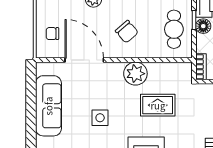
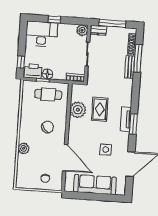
door: (84, 60) -> (65, 158), swing flipped
plant: (135, 74) -> (78, 110), moved

